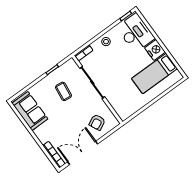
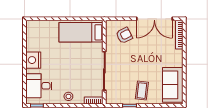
desk: (136, 33) -> (39, 86), width x0.73
bed: (155, 74) -> (81, 32), moved, turned 180
coffee table: (63, 91) -> (142, 91), moved

